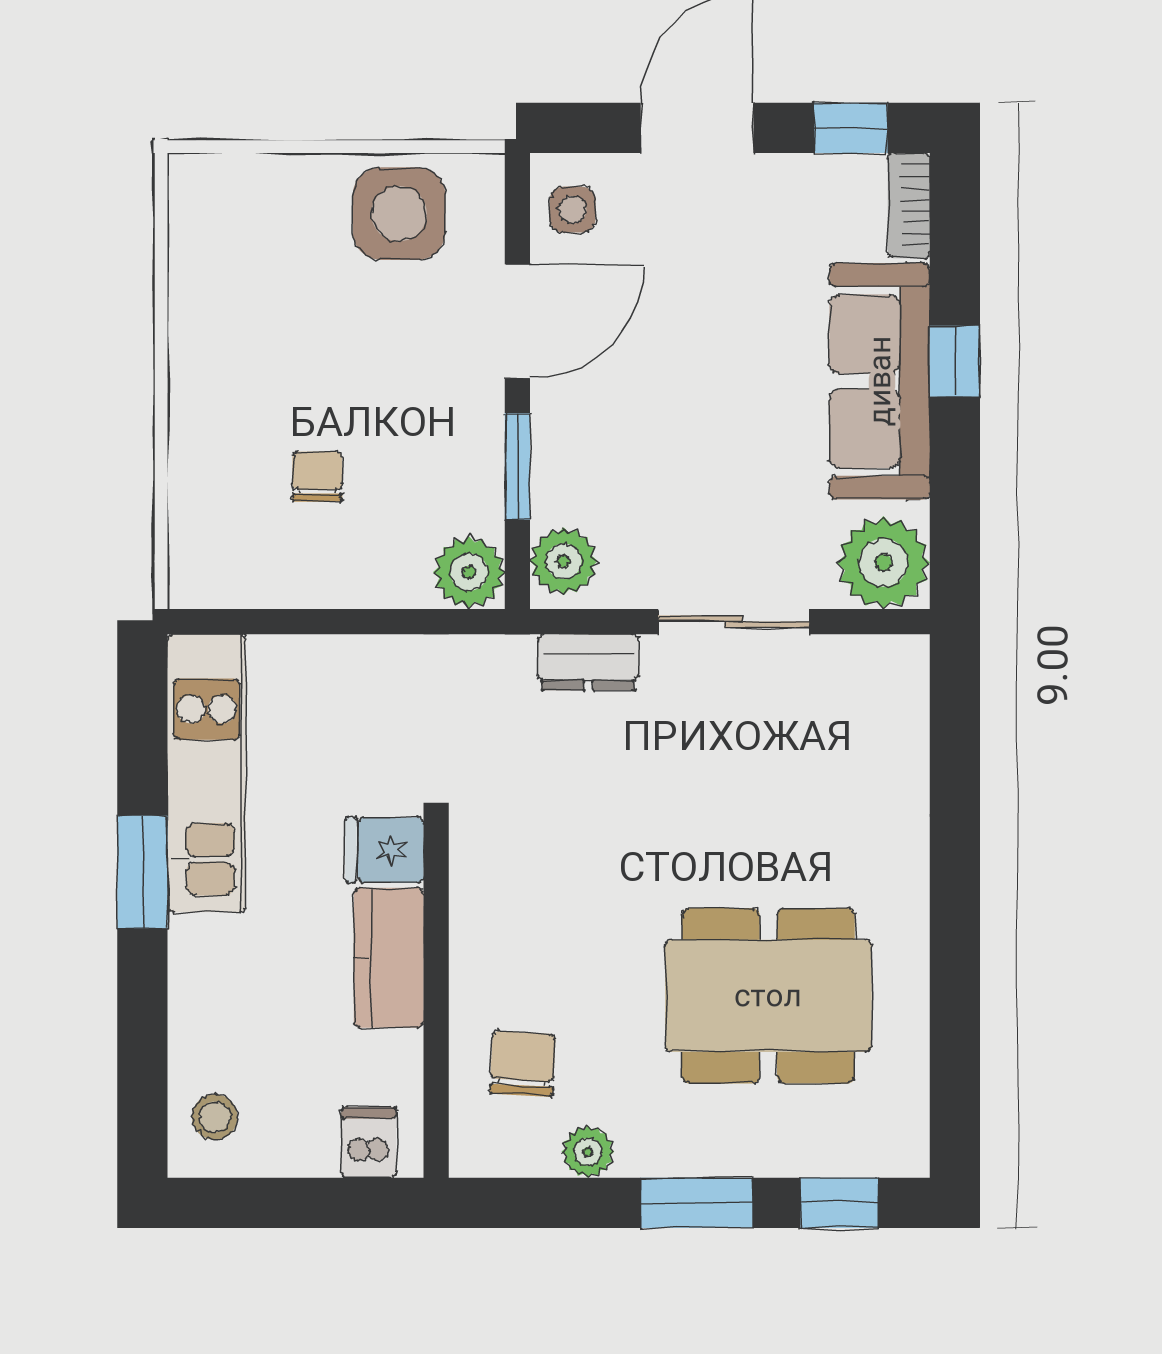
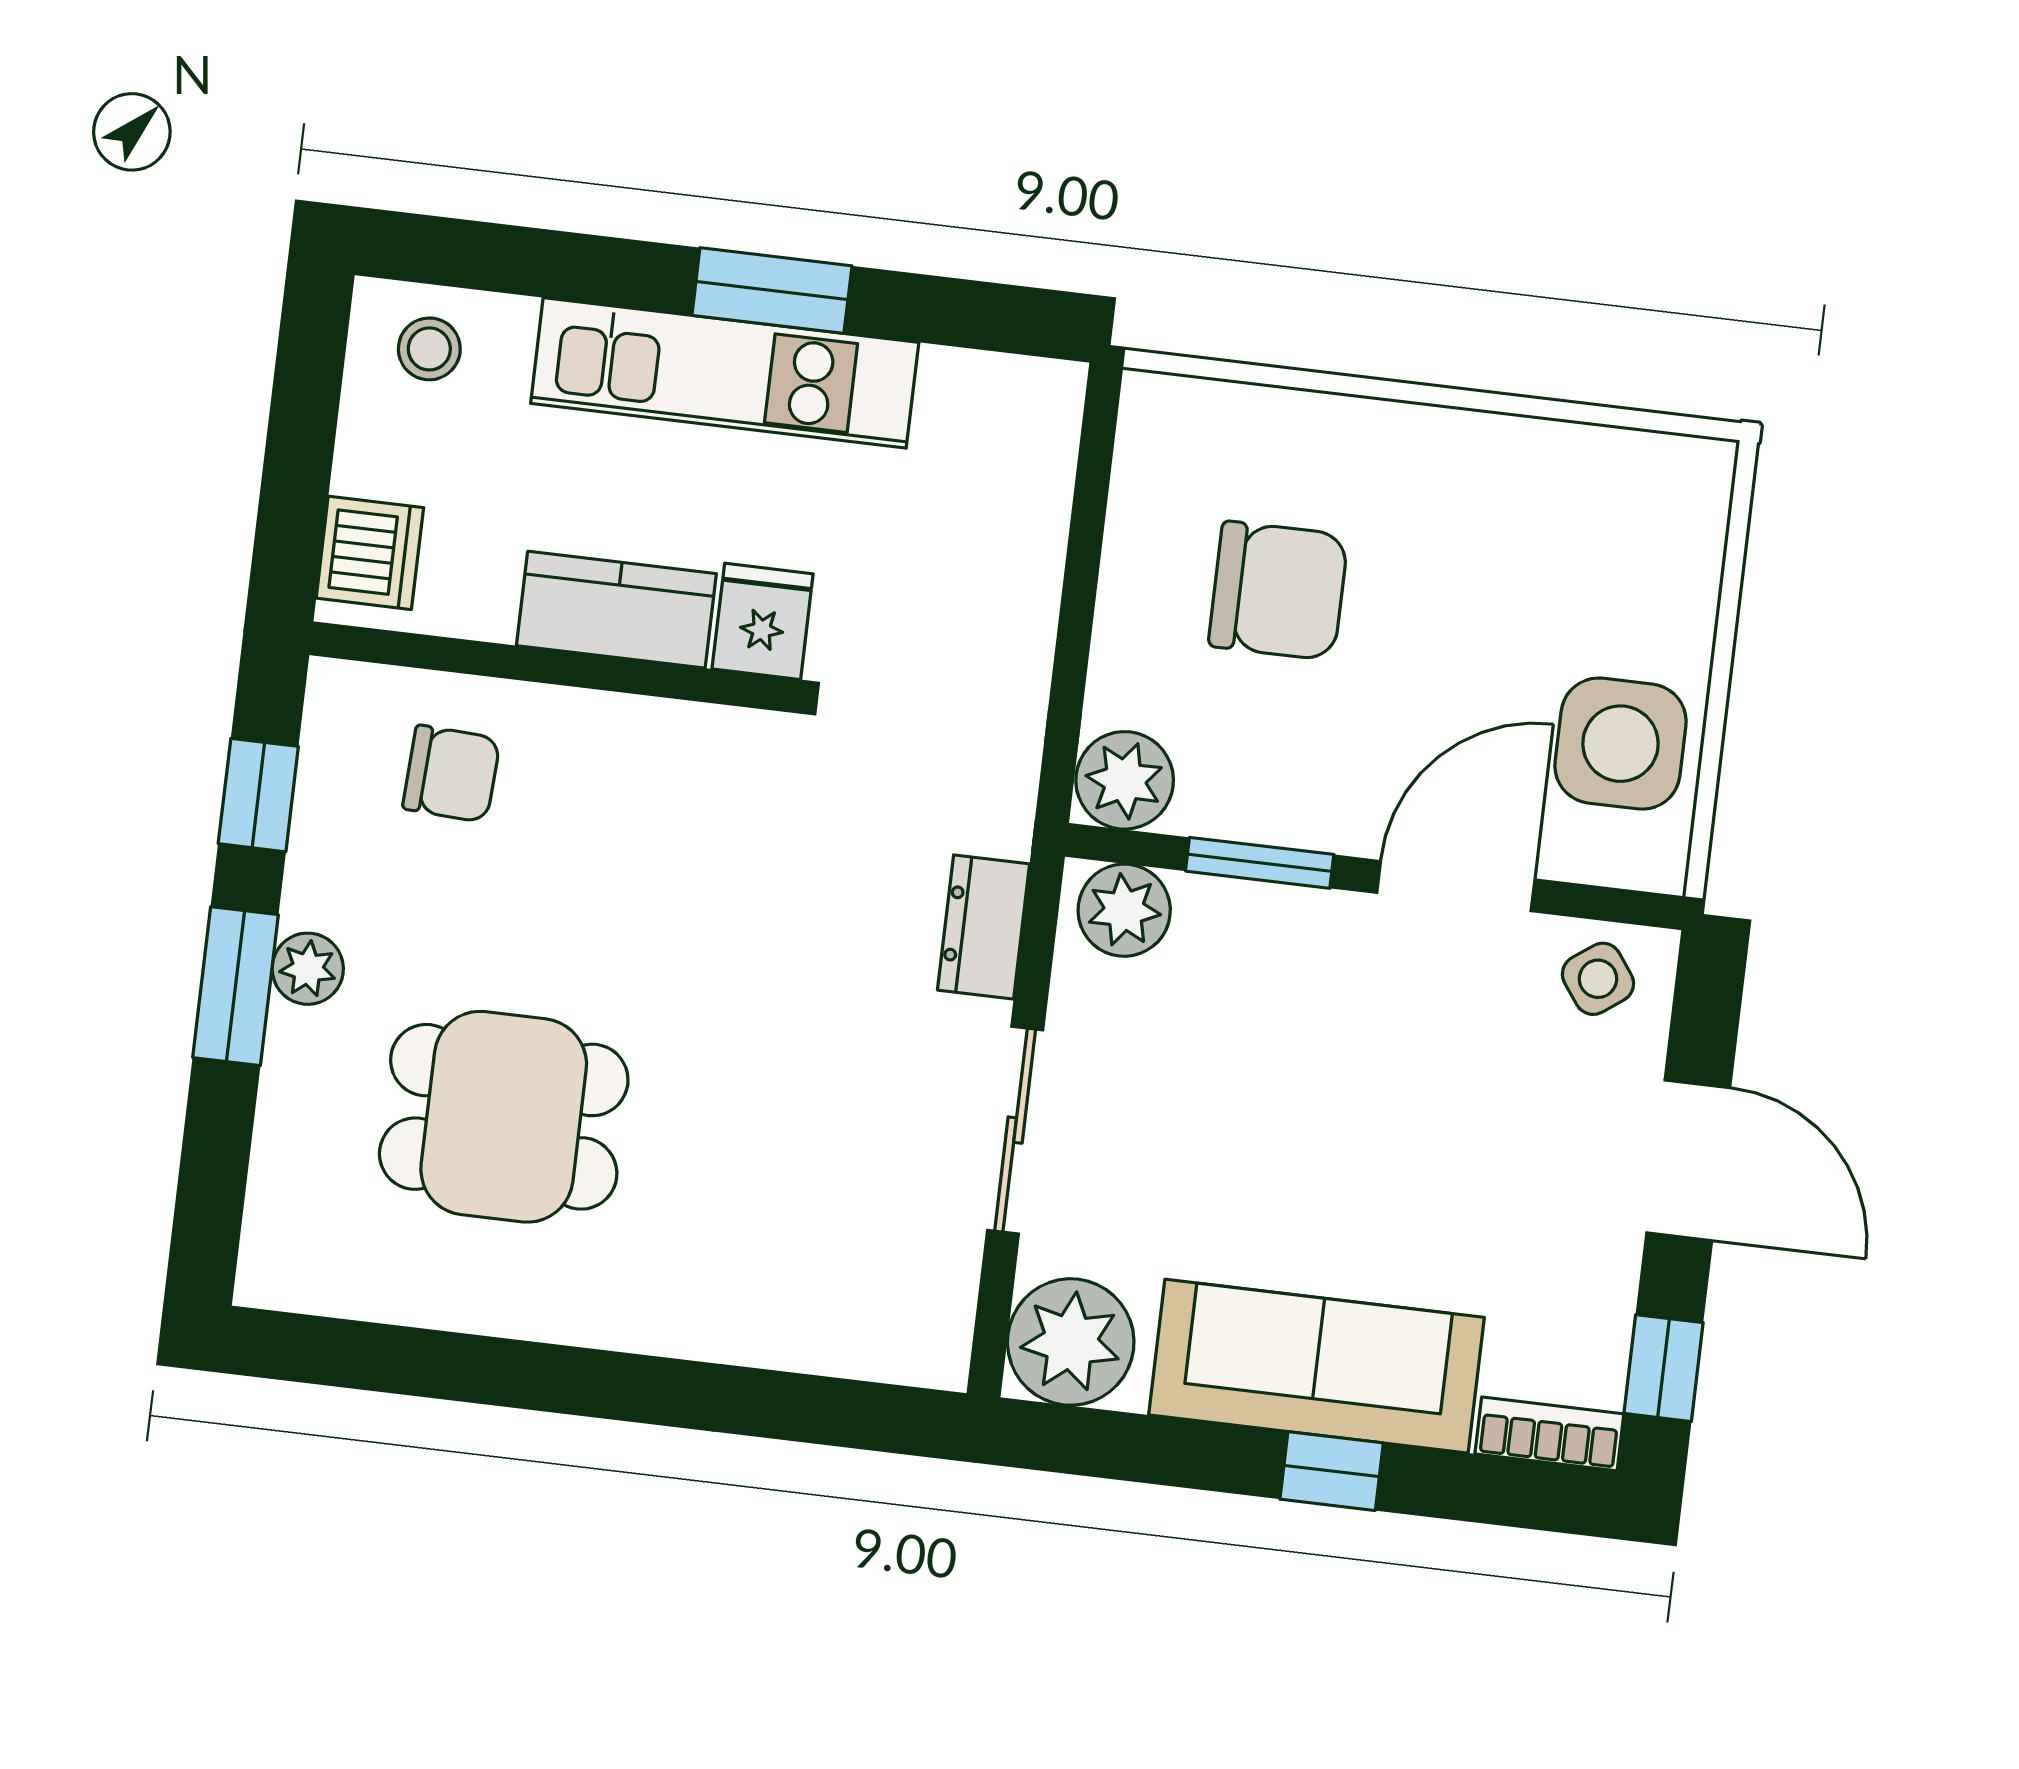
side table: (573, 210) -> (1598, 979), turned -36
door: (517, 321) -> (1456, 886), swing flipped
chair: (317, 477) -> (1278, 591), width x1.87, depth x1.87
kitchen unit: (207, 773) -> (725, 373), moved
dining table: (768, 996) -> (504, 1117), width x0.73
dishwasher: (369, 1143) -> (370, 553), width x1.38
plant: (588, 1152) -> (308, 969), moved
window: (840, 1203) -> (258, 795), moved

